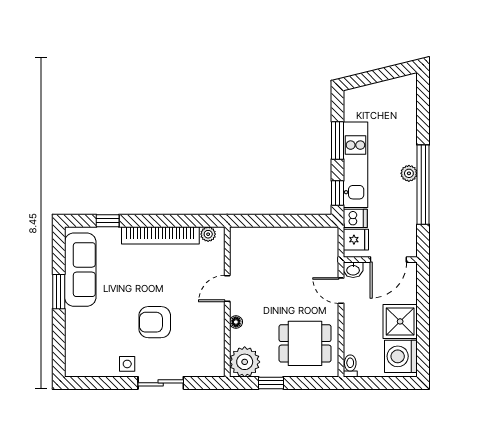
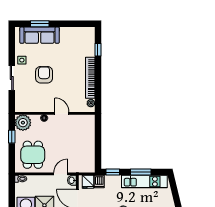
kitchen unit: (355, 165) -> (144, 182), moved
sofa: (80, 270) -> (40, 35), moved
window: (59, 292) -> (40, 24), moved

